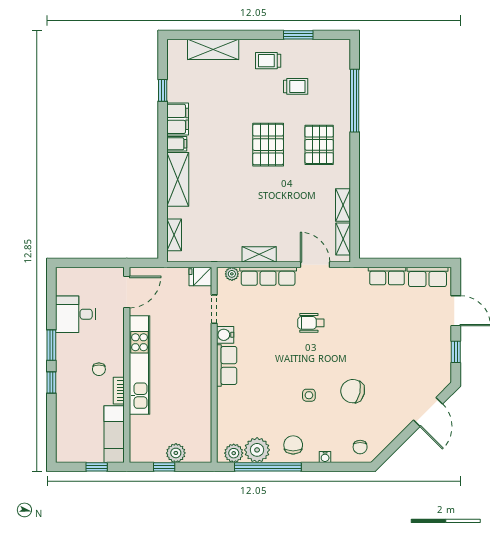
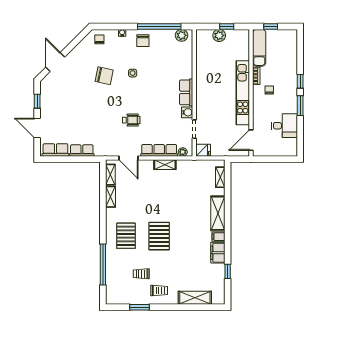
plant: (257, 450) -> (166, 37), removed

